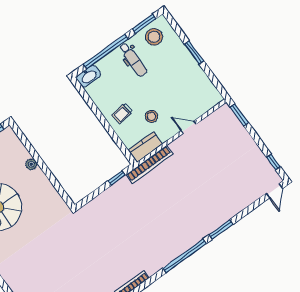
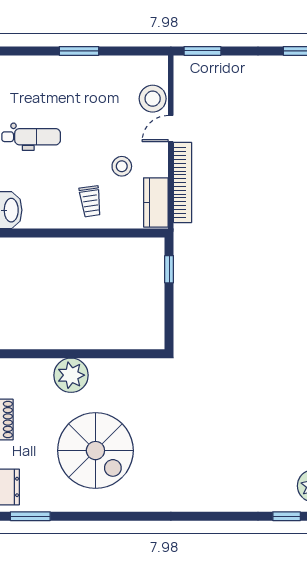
stool: (154, 37) -> (153, 99), moved
plant: (31, 164) -> (71, 375), width x1.87, depth x1.87
bookcase: (150, 165) -> (183, 183), moved

